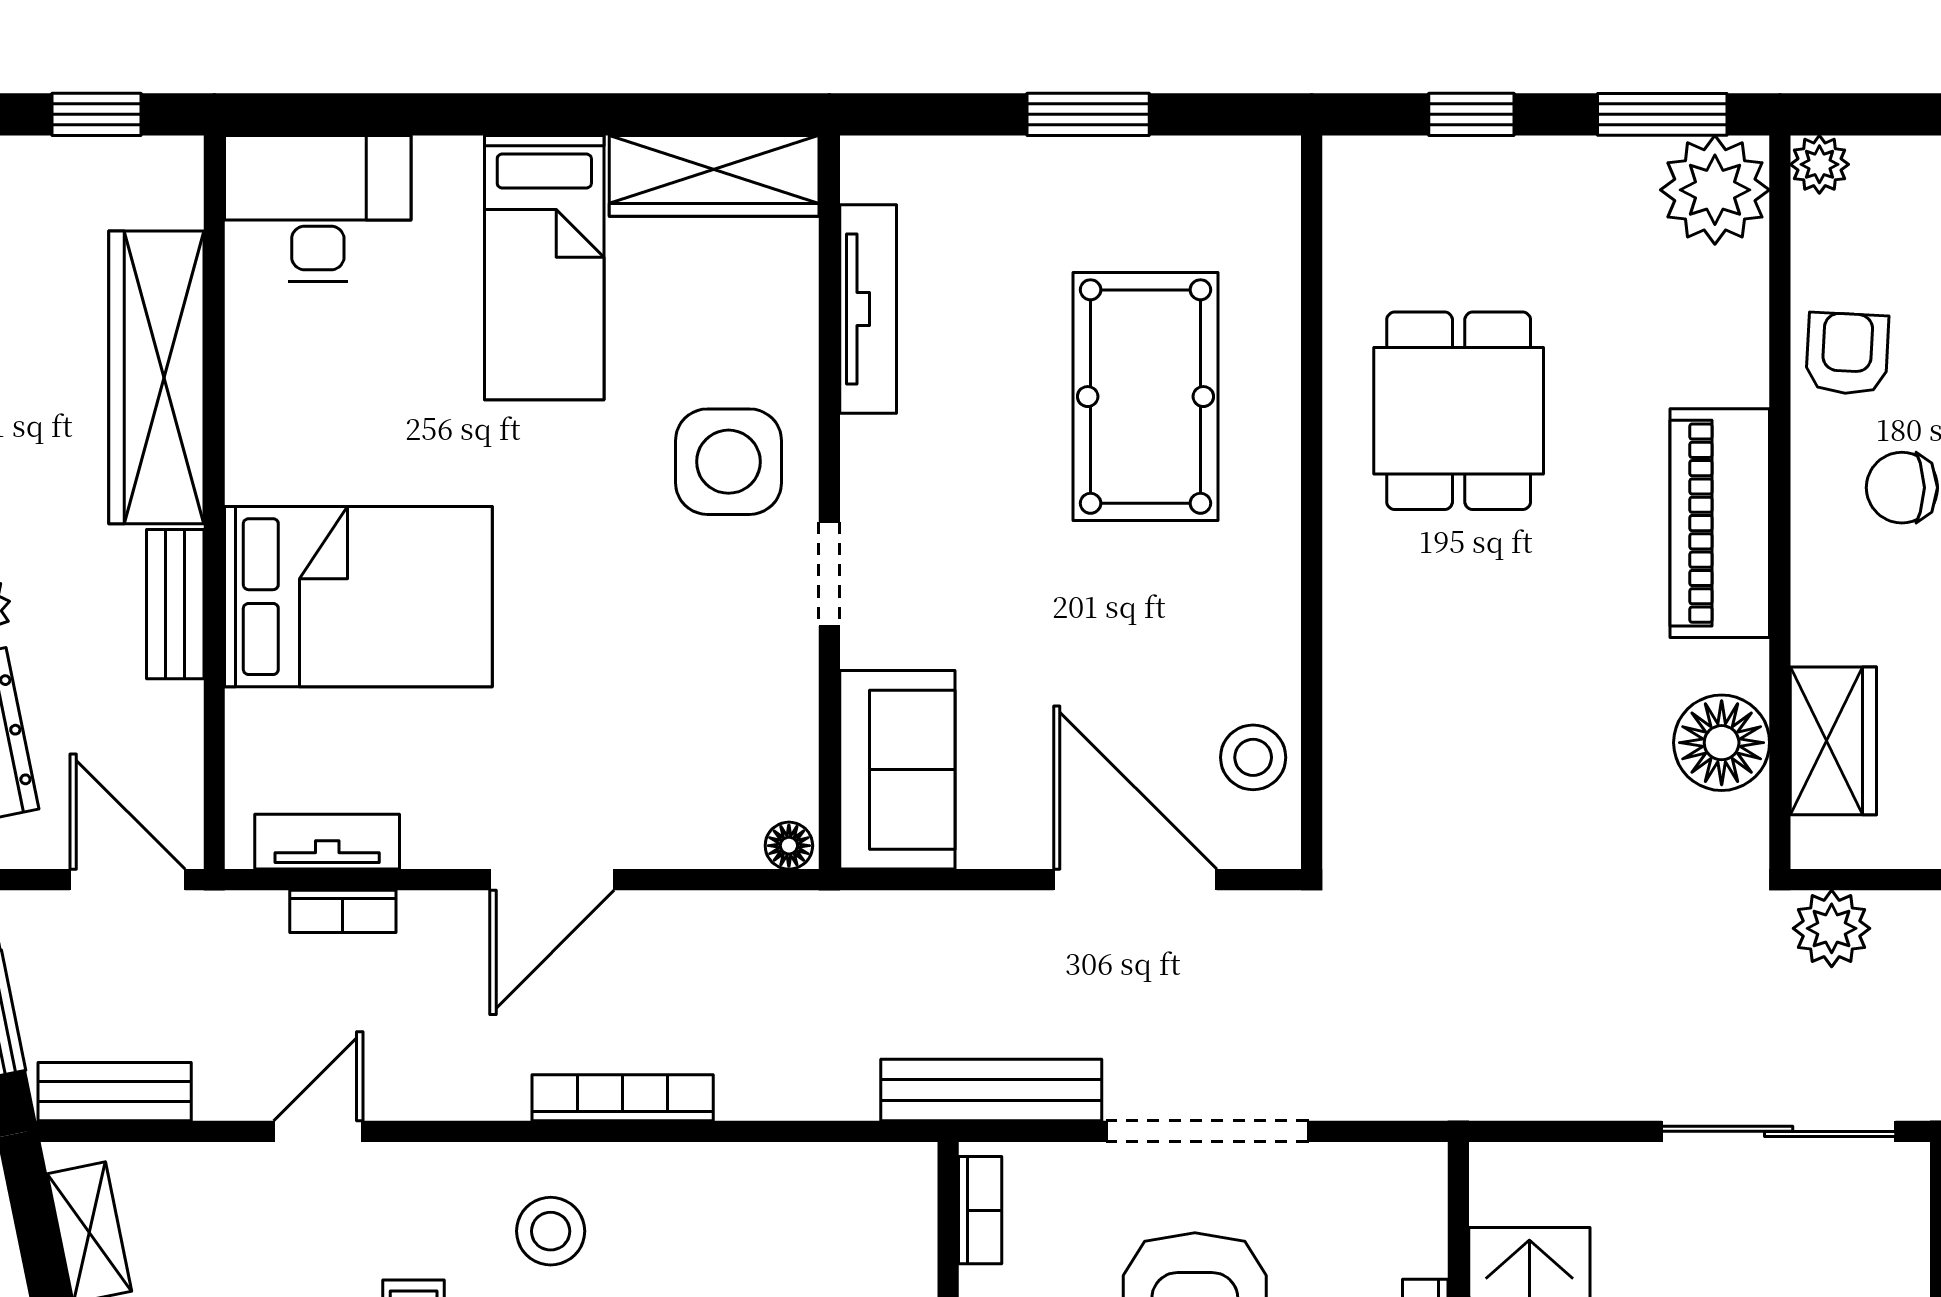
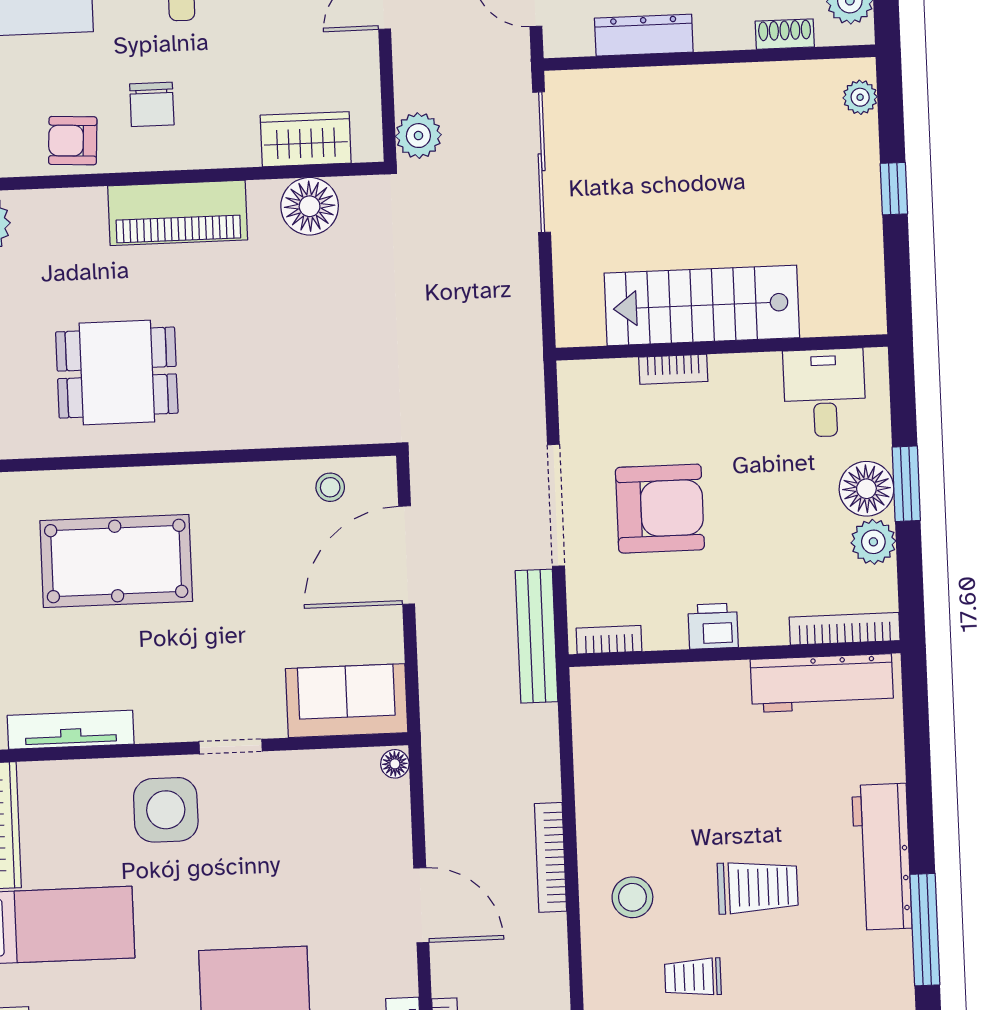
stool: (1253, 757) -> (330, 487), width x0.73, depth x0.73

